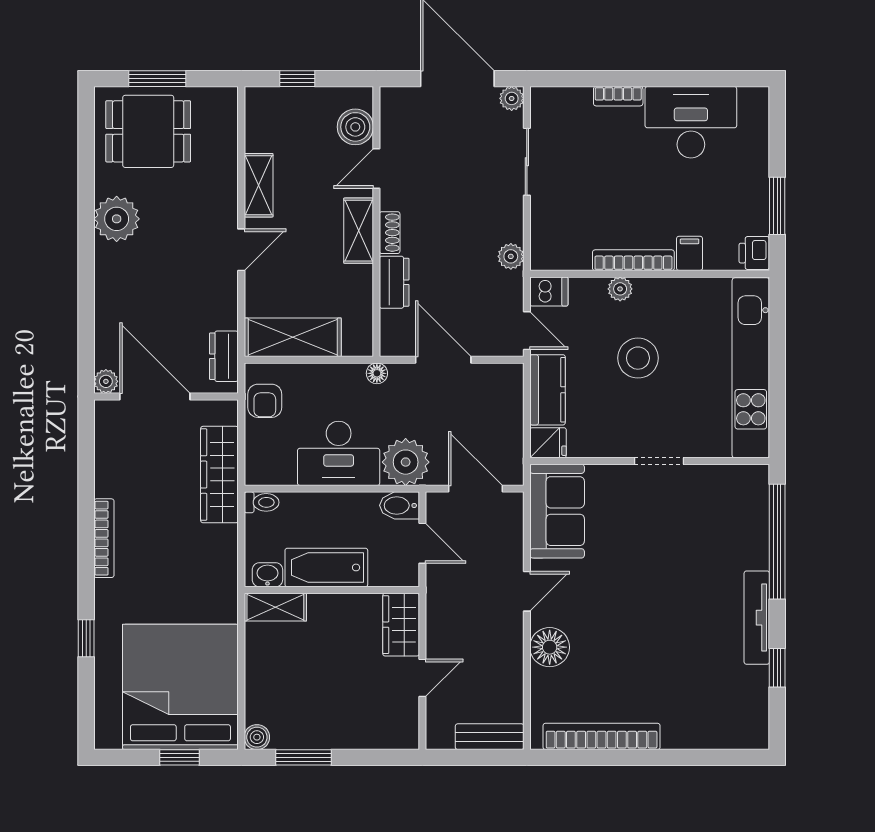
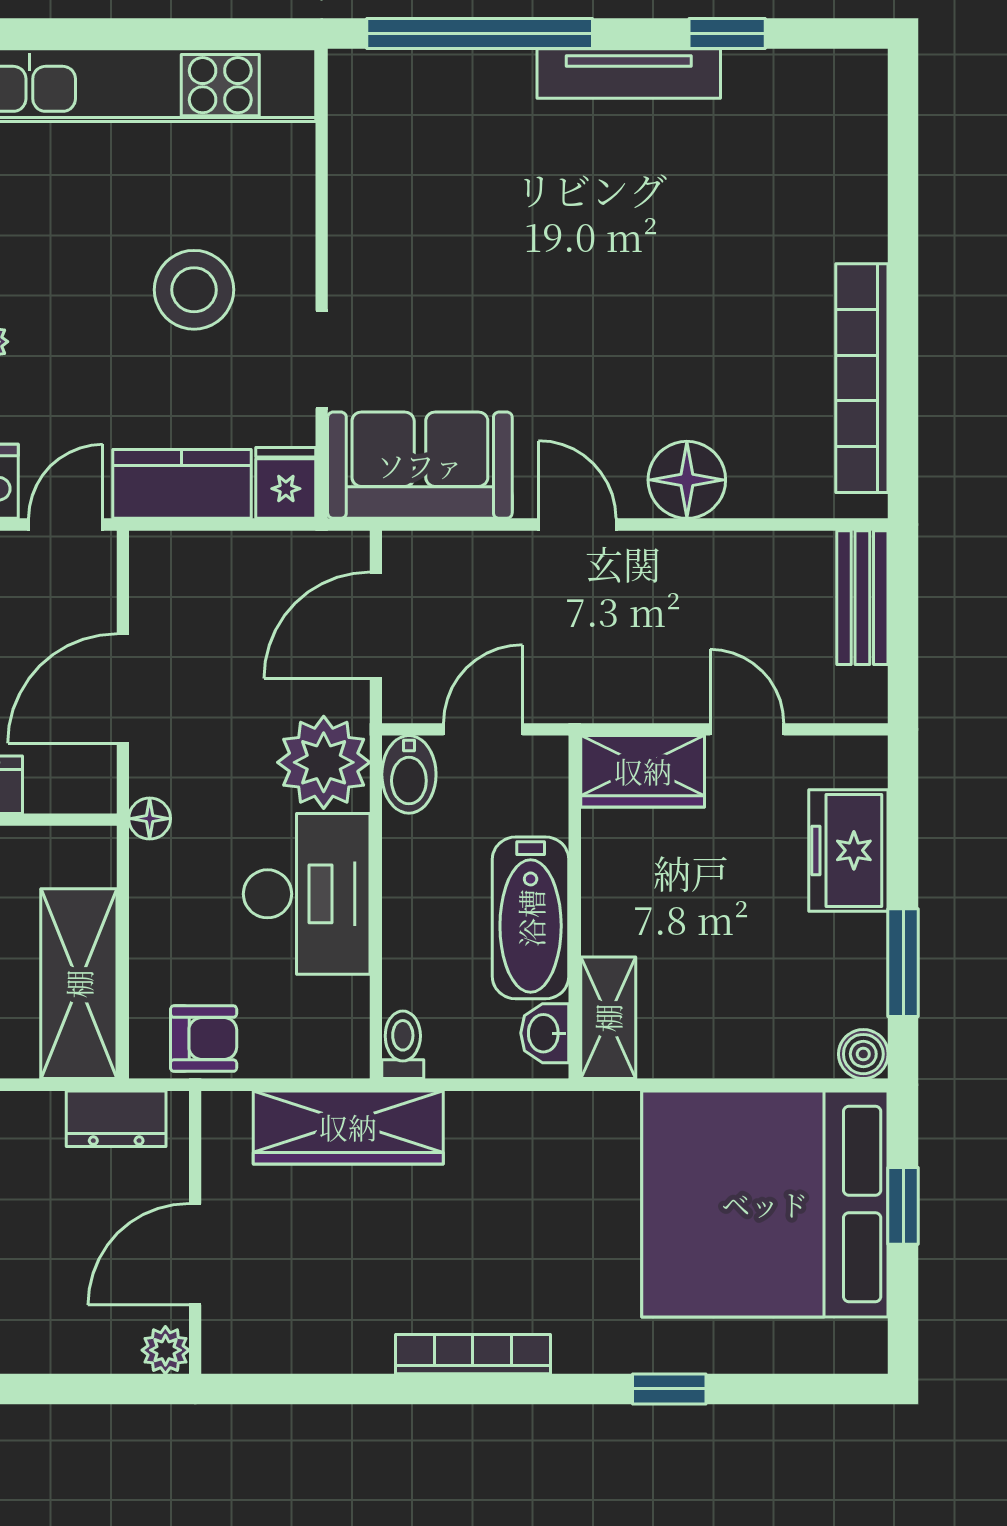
stool: (638, 358) -> (194, 290), moved
door: (155, 397) -> (195, 1254), width x0.73
doorway: (659, 461) -> (322, 359), moved
freezer: (361, 730) -> (848, 850), added

